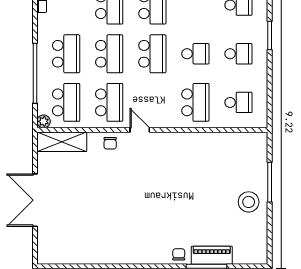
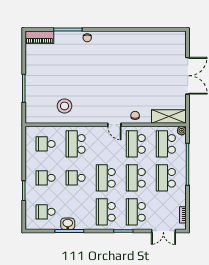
stool: (249, 202) -> (65, 106), moved
piano: (212, 255) -> (39, 37), moved

